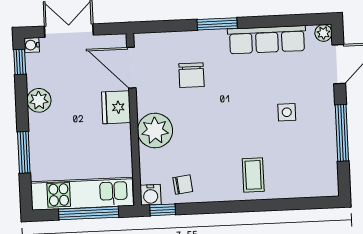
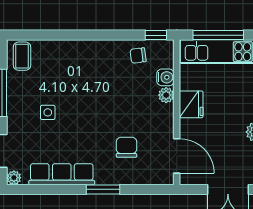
fridge: (116, 107) -> (191, 104), moved
plant: (155, 131) -> (166, 95), width x0.53, depth x0.53
coffee table: (253, 175) -> (22, 56), moved
water cooler: (151, 195) -> (165, 77), moved, turned 90

